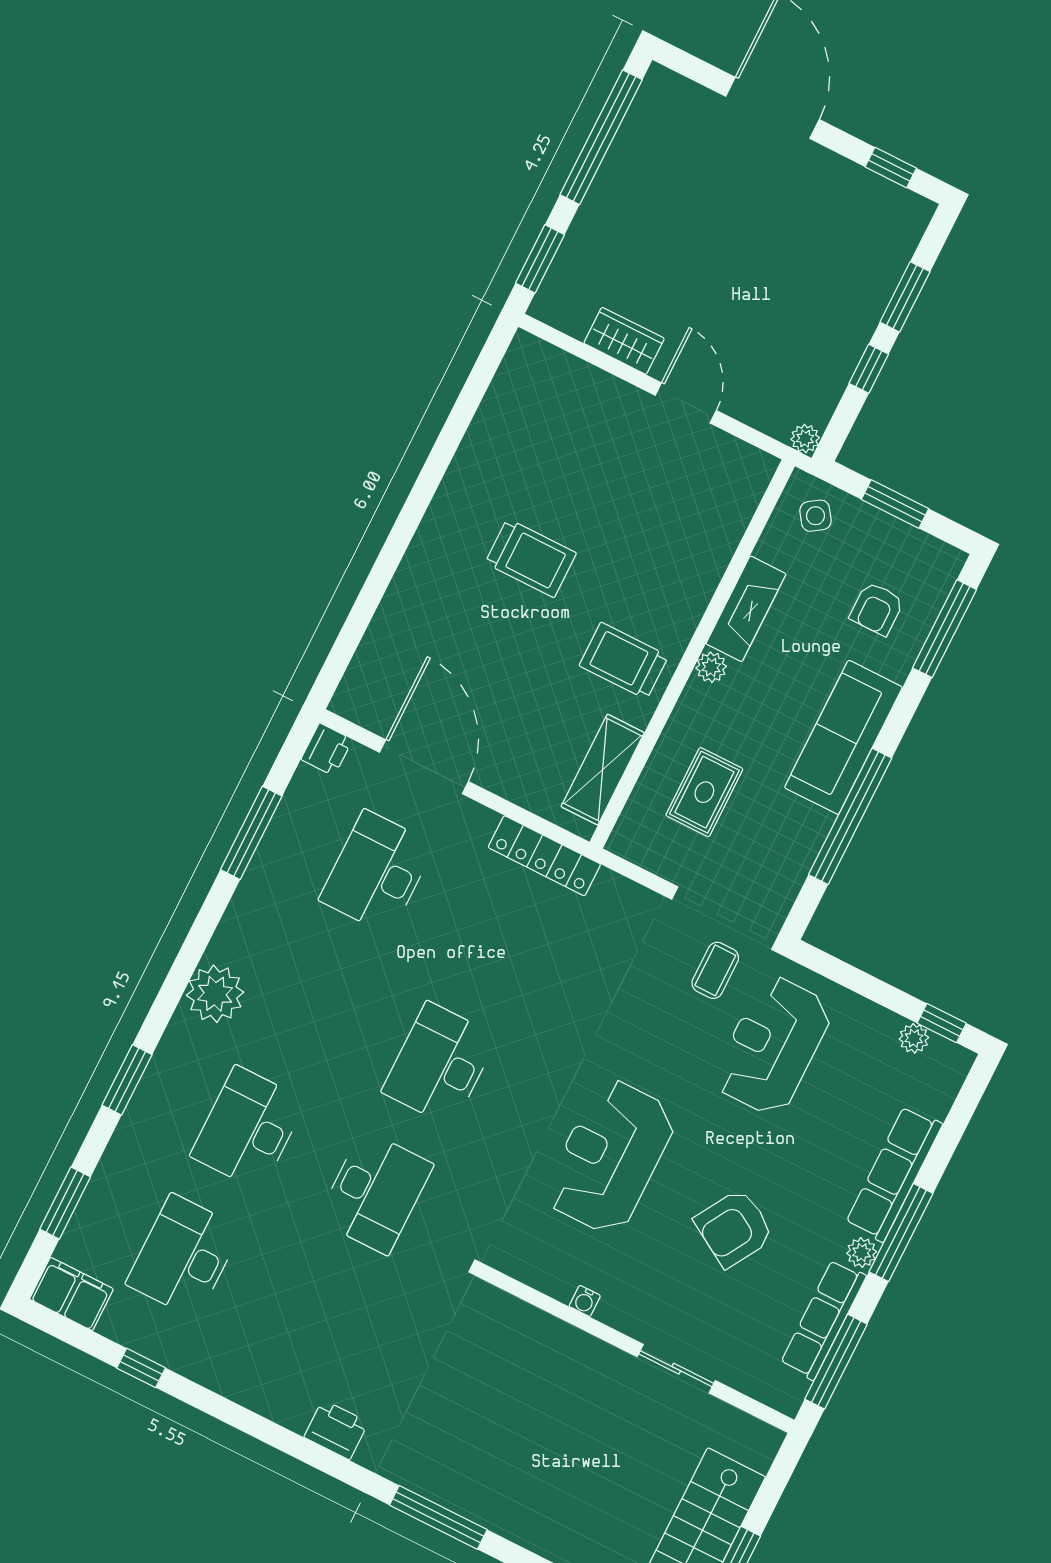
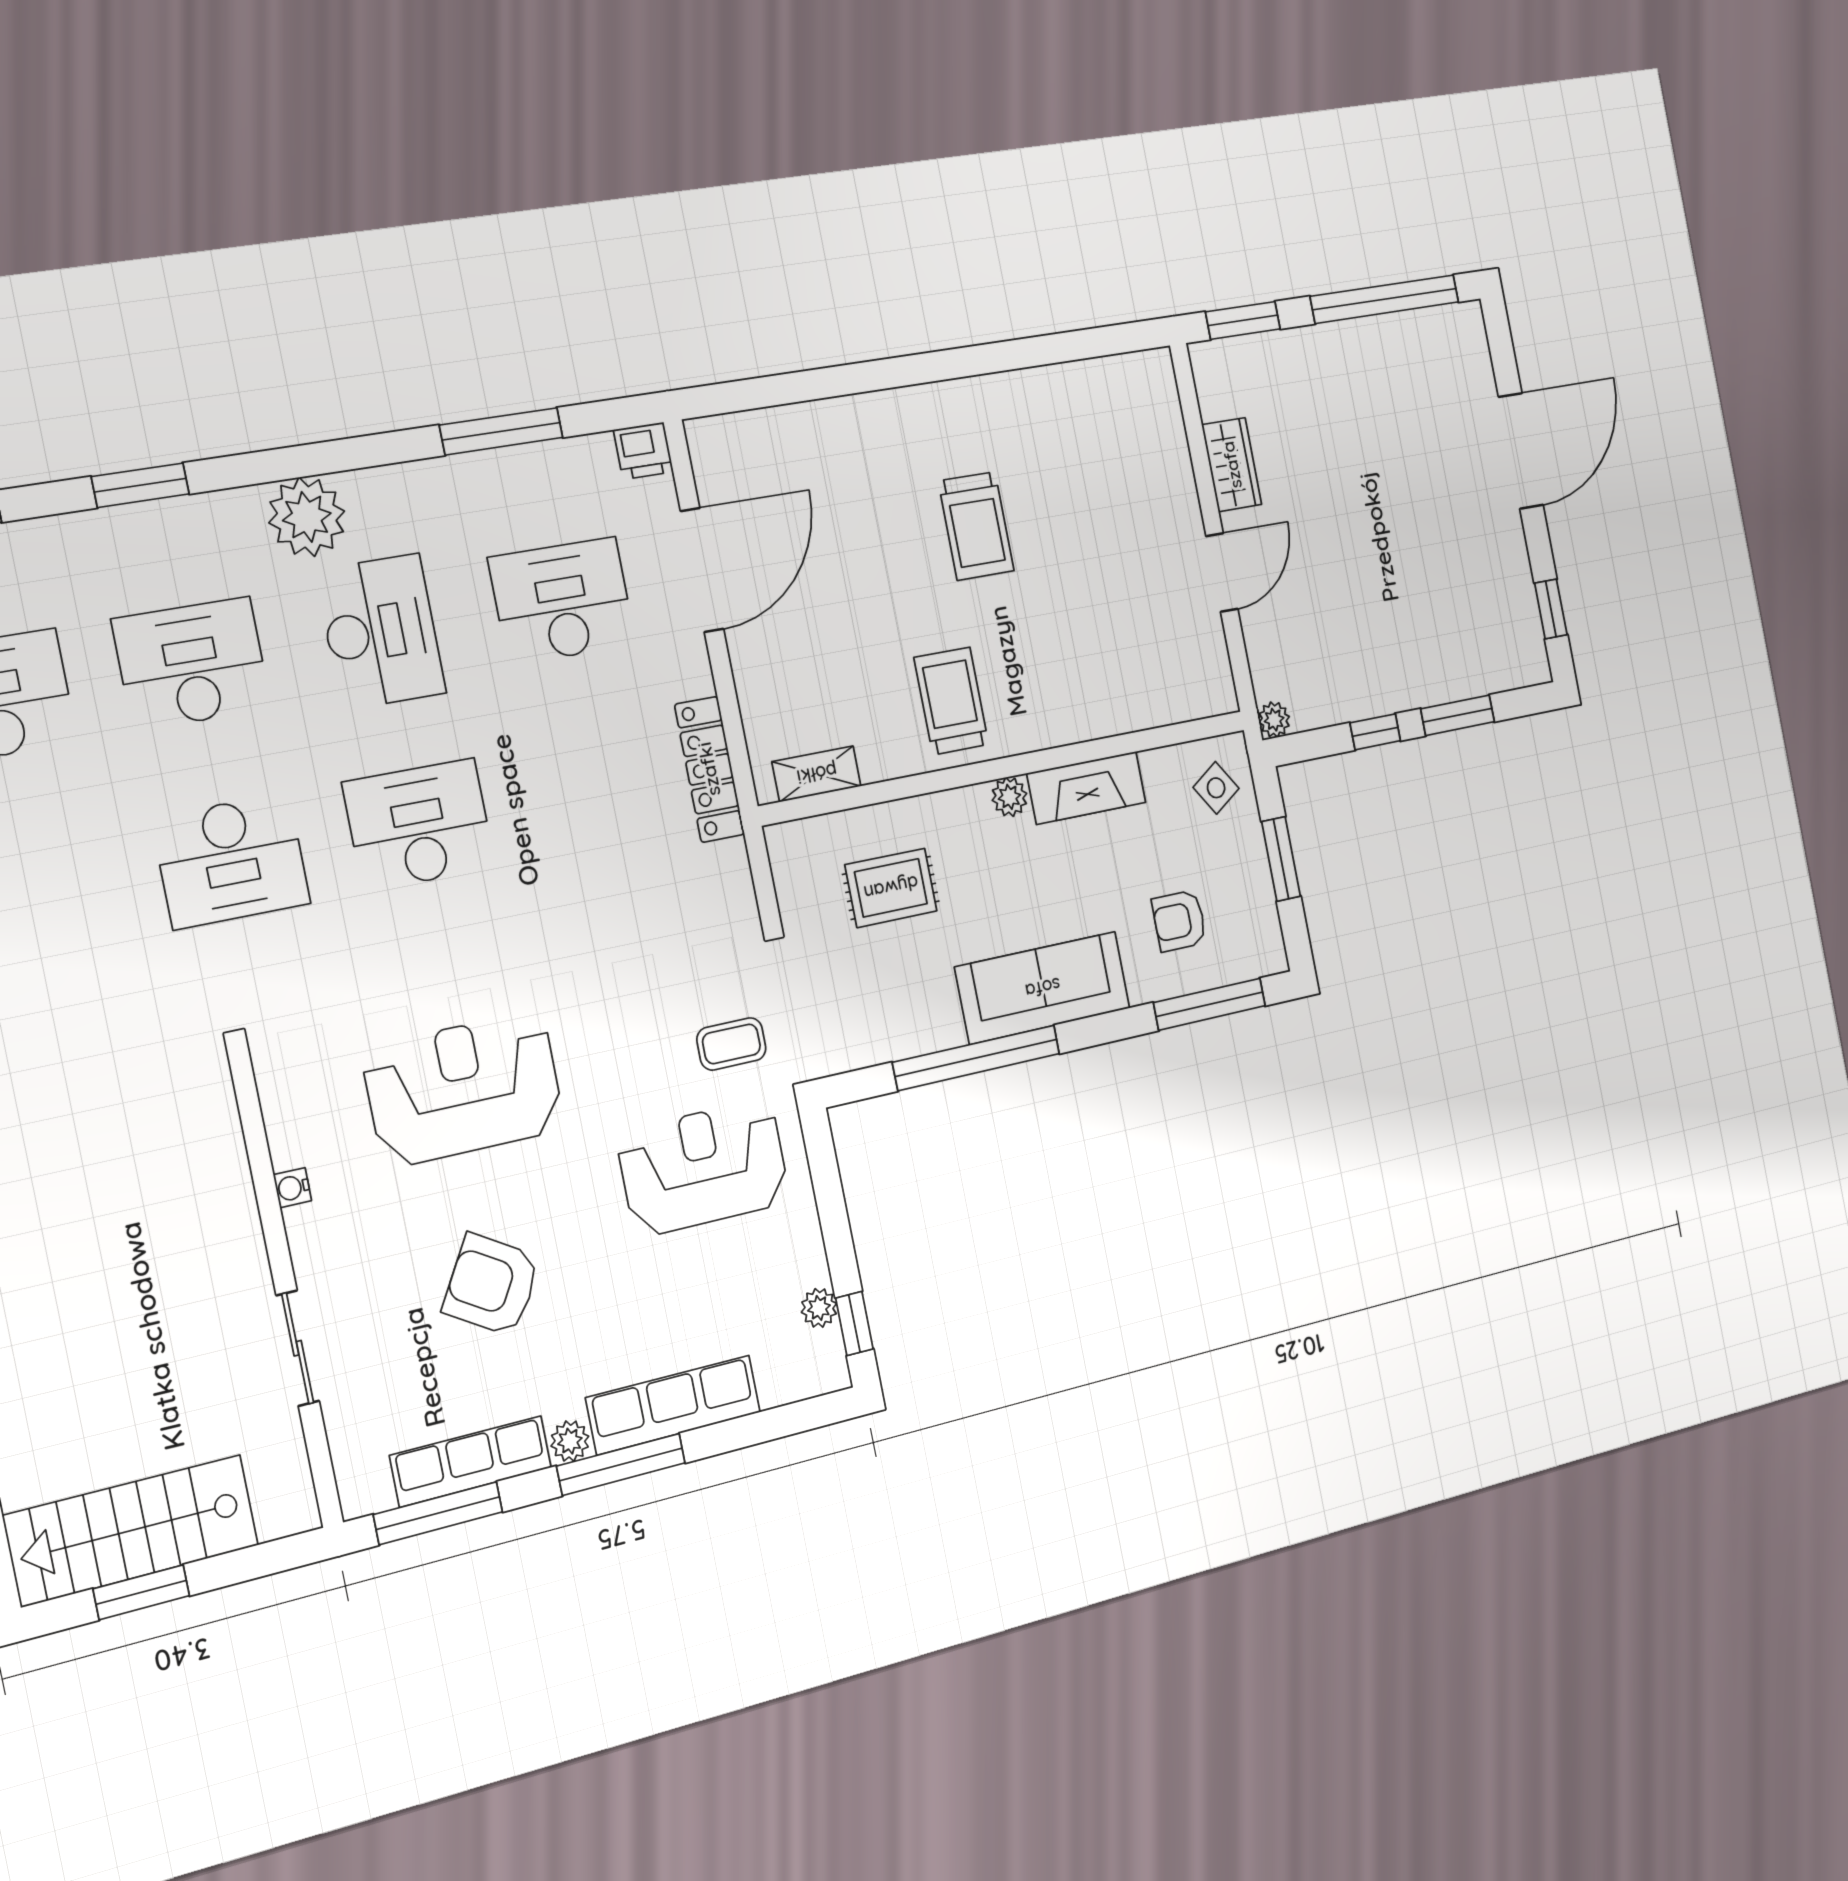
shelving: (603, 770) -> (817, 774), width x0.67, depth x0.75
desk: (313, 1000) -> (381, 632), added

